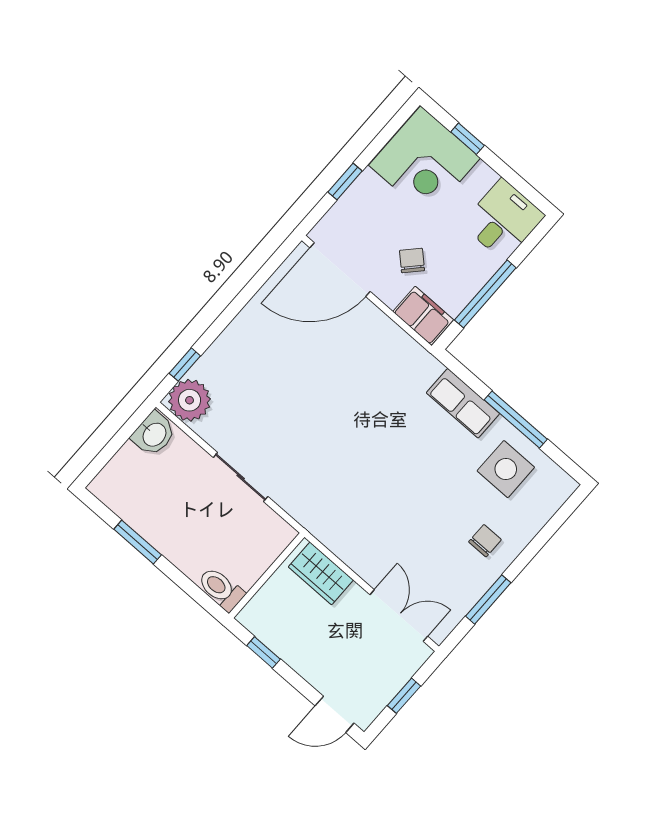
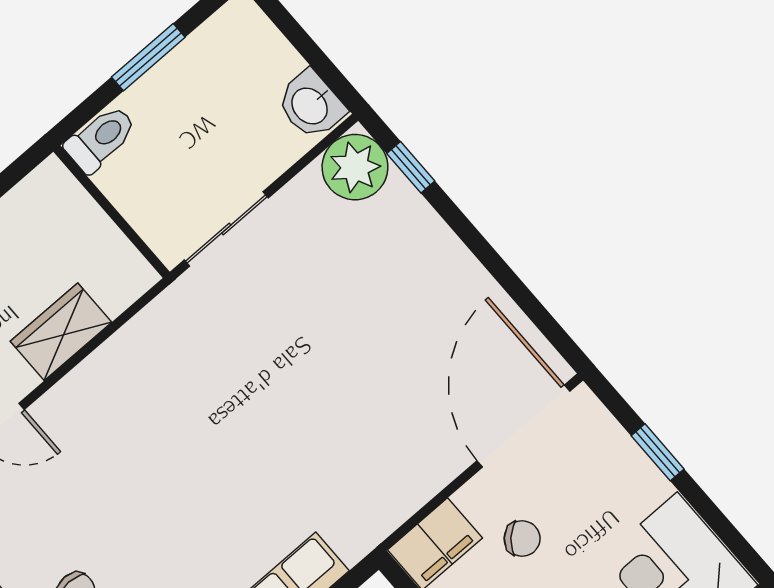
wall: (267, 575) -> (112, 212), moved
toilet: (221, 589) -> (101, 139), moved

